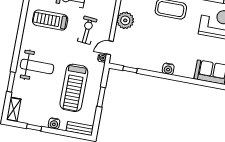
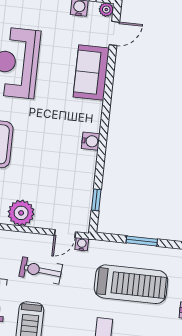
door: (110, 48) -> (65, 234), hinge flipped

